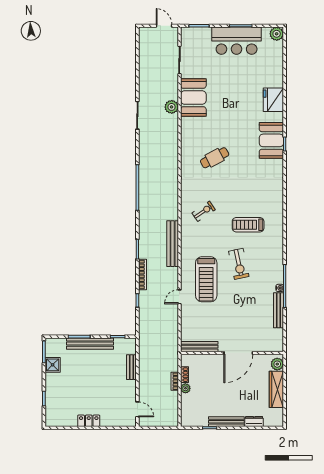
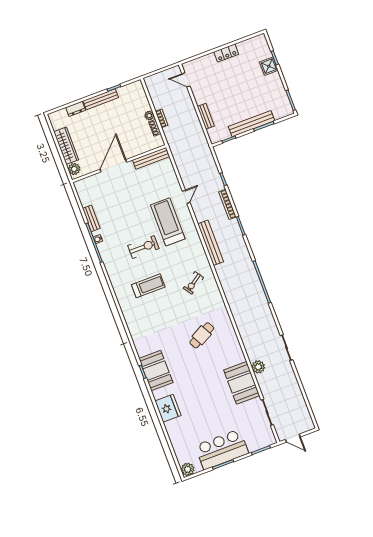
exercise bike: (239, 264) -> (143, 247), turned 102
bench: (279, 310) -> (91, 218), width x0.73
shower: (53, 365) -> (269, 66), moved

